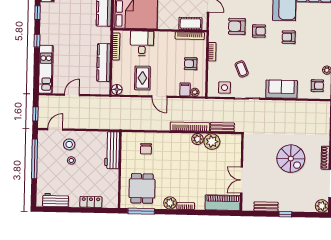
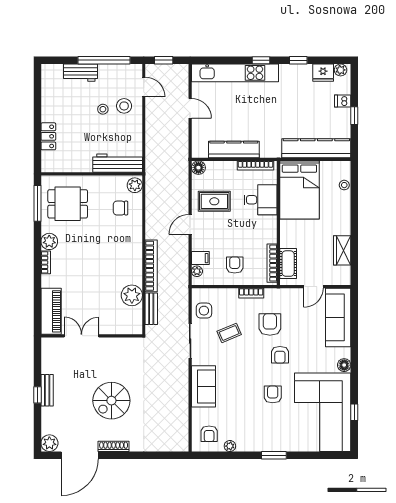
armchair: (237, 26) -> (270, 324), moved
kitchen unit: (46, 69) -> (235, 73), width x1.36
plant: (198, 139) -> (135, 185), moved
workbench: (56, 200) -> (81, 73), moved, turned 90
bench: (266, 207) -> (47, 390), moved

